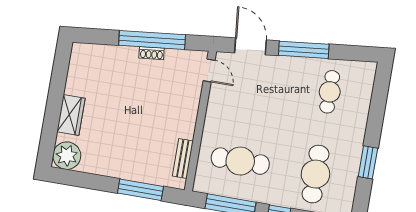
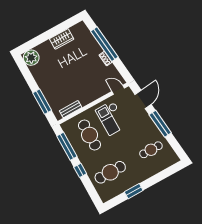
window: (152, 40) -> (104, 44), moved
door: (209, 70) -> (118, 90), swing flipped
checkout: (241, 112) -> (111, 118), added
wardrobe: (71, 115) -> (62, 39), moved

